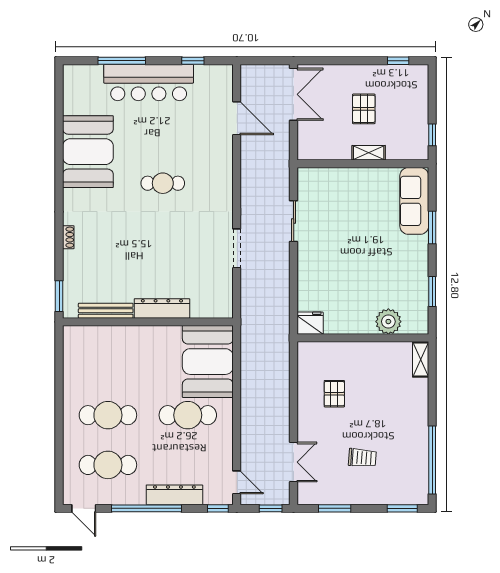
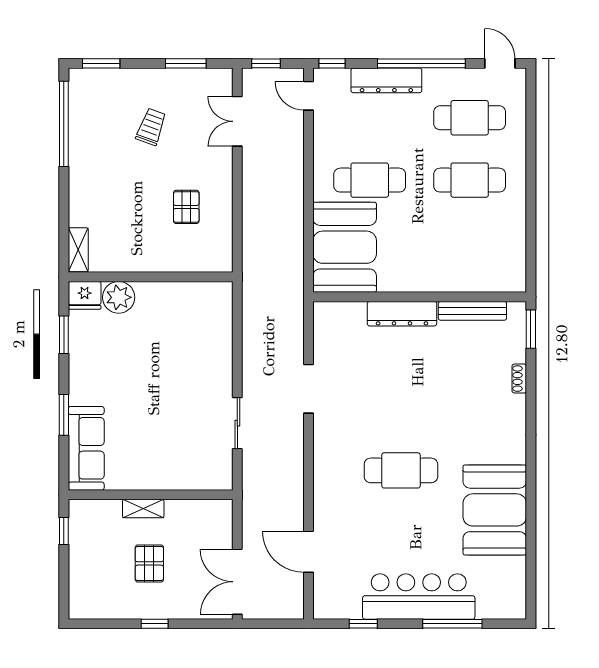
window: (398, 61) -> (155, 624), moved
cafe table: (163, 183) -> (401, 470), width x1.37, depth x1.35
shoe rack: (68, 237) -> (519, 379), moved
fridge: (310, 323) -> (85, 295), moved
trolley: (362, 458) -> (151, 127), turned 106

